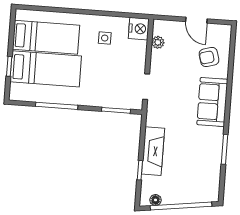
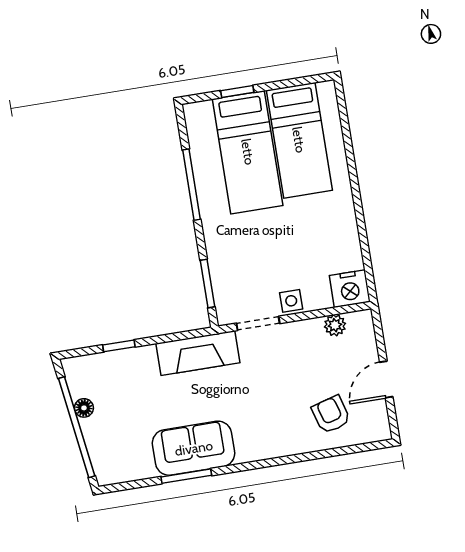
side table: (105, 38) -> (291, 301), moved
sofa: (212, 102) -> (194, 448), moved
fireplace: (153, 151) -> (198, 353), moved
floor lamp: (155, 200) -> (84, 408), moved

